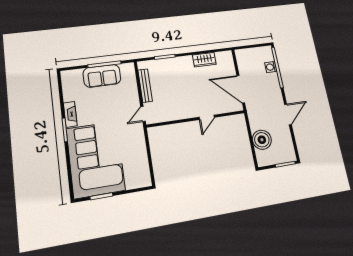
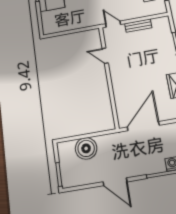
bench: (145, 86) -> (138, 26), width x0.73
door: (207, 117) -> (105, 56), moved

